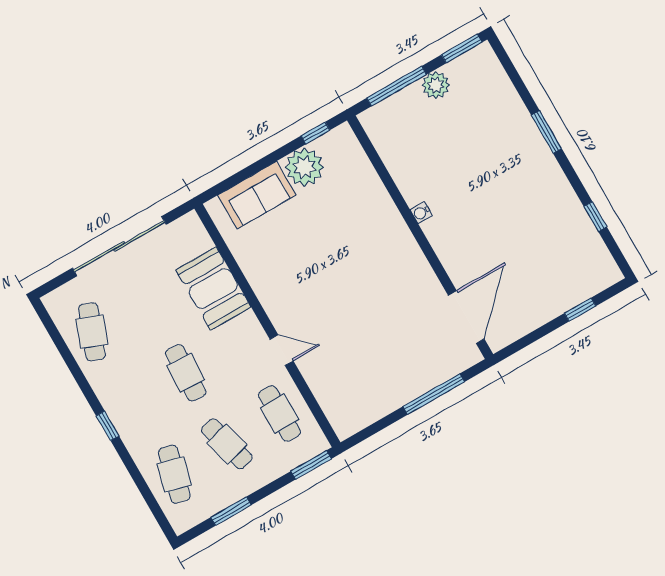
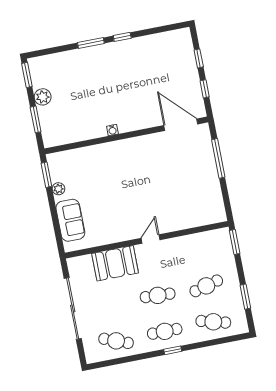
window: (397, 86) -> (36, 119), width x0.69
window: (316, 133) -> (46, 175), width x1.50
plant: (304, 167) -> (58, 189), width x0.53, depth x0.53
window: (595, 217) -> (122, 37), moved
window: (536, 335) -> (205, 89), added
door: (282, 350) -> (151, 239), moved
cafe table: (279, 414) -> (165, 331), moved

